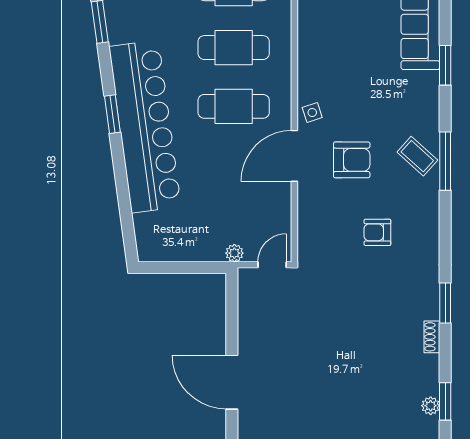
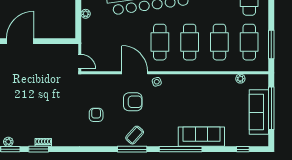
window: (445, 65) -> (181, 149), width x2.11
armchair: (352, 160) -> (133, 102), turned -90
plant: (234, 253) -> (86, 14), moved
window: (445, 303) -> (39, 149), moved

